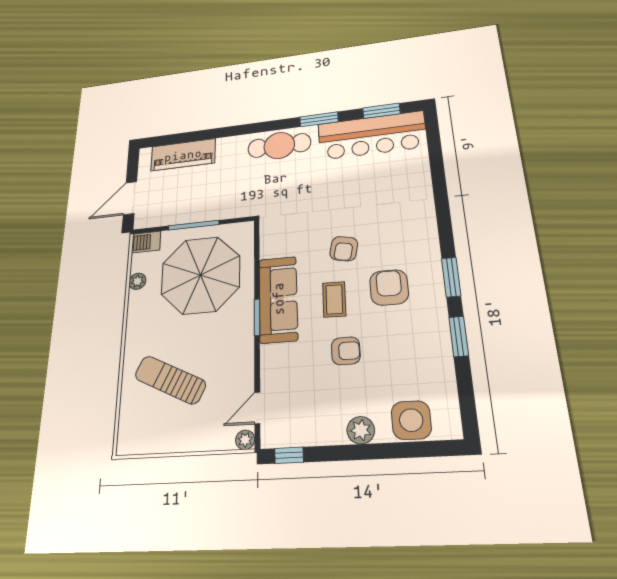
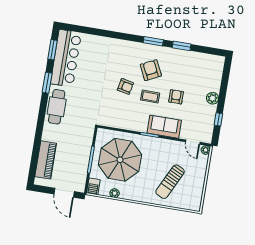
armchair: (389, 287) -> (151, 70), turned 64
sofa: (278, 299) -> (164, 127), moved, width x0.73
side table: (411, 420) -> (213, 76), removed
window: (289, 455) -> (218, 119), moved

